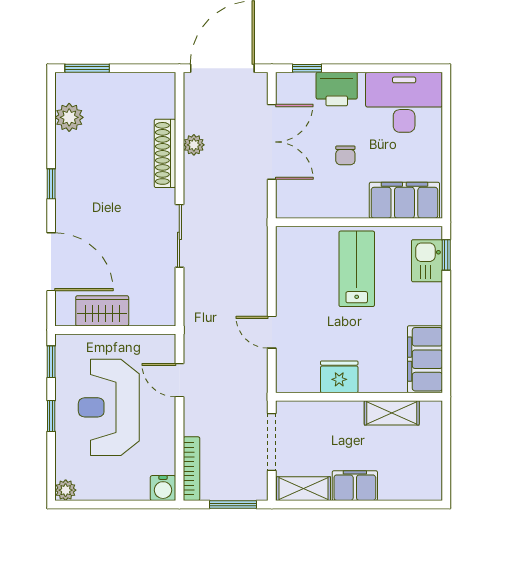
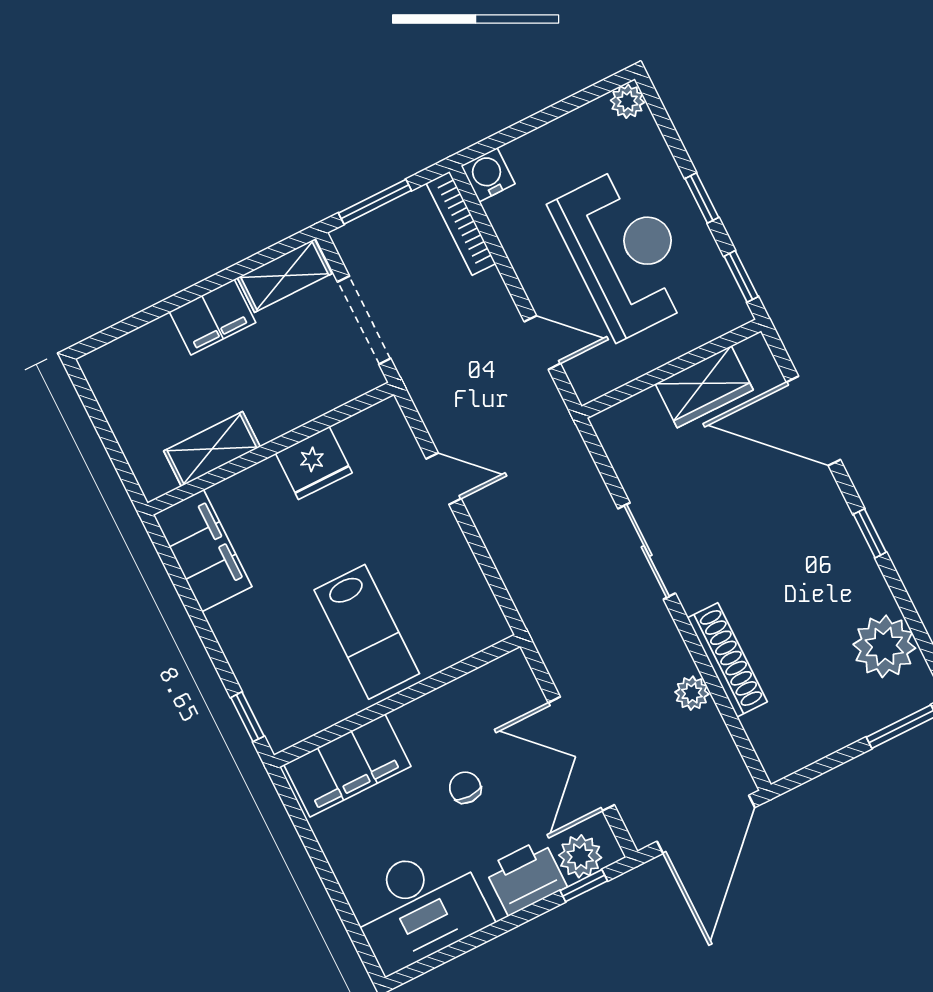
plant: (301, 85) -> (580, 856), added
plant: (69, 117) -> (884, 646), width x1.36, depth x1.36
kitchen sink: (427, 261) -> (271, 694), removed

